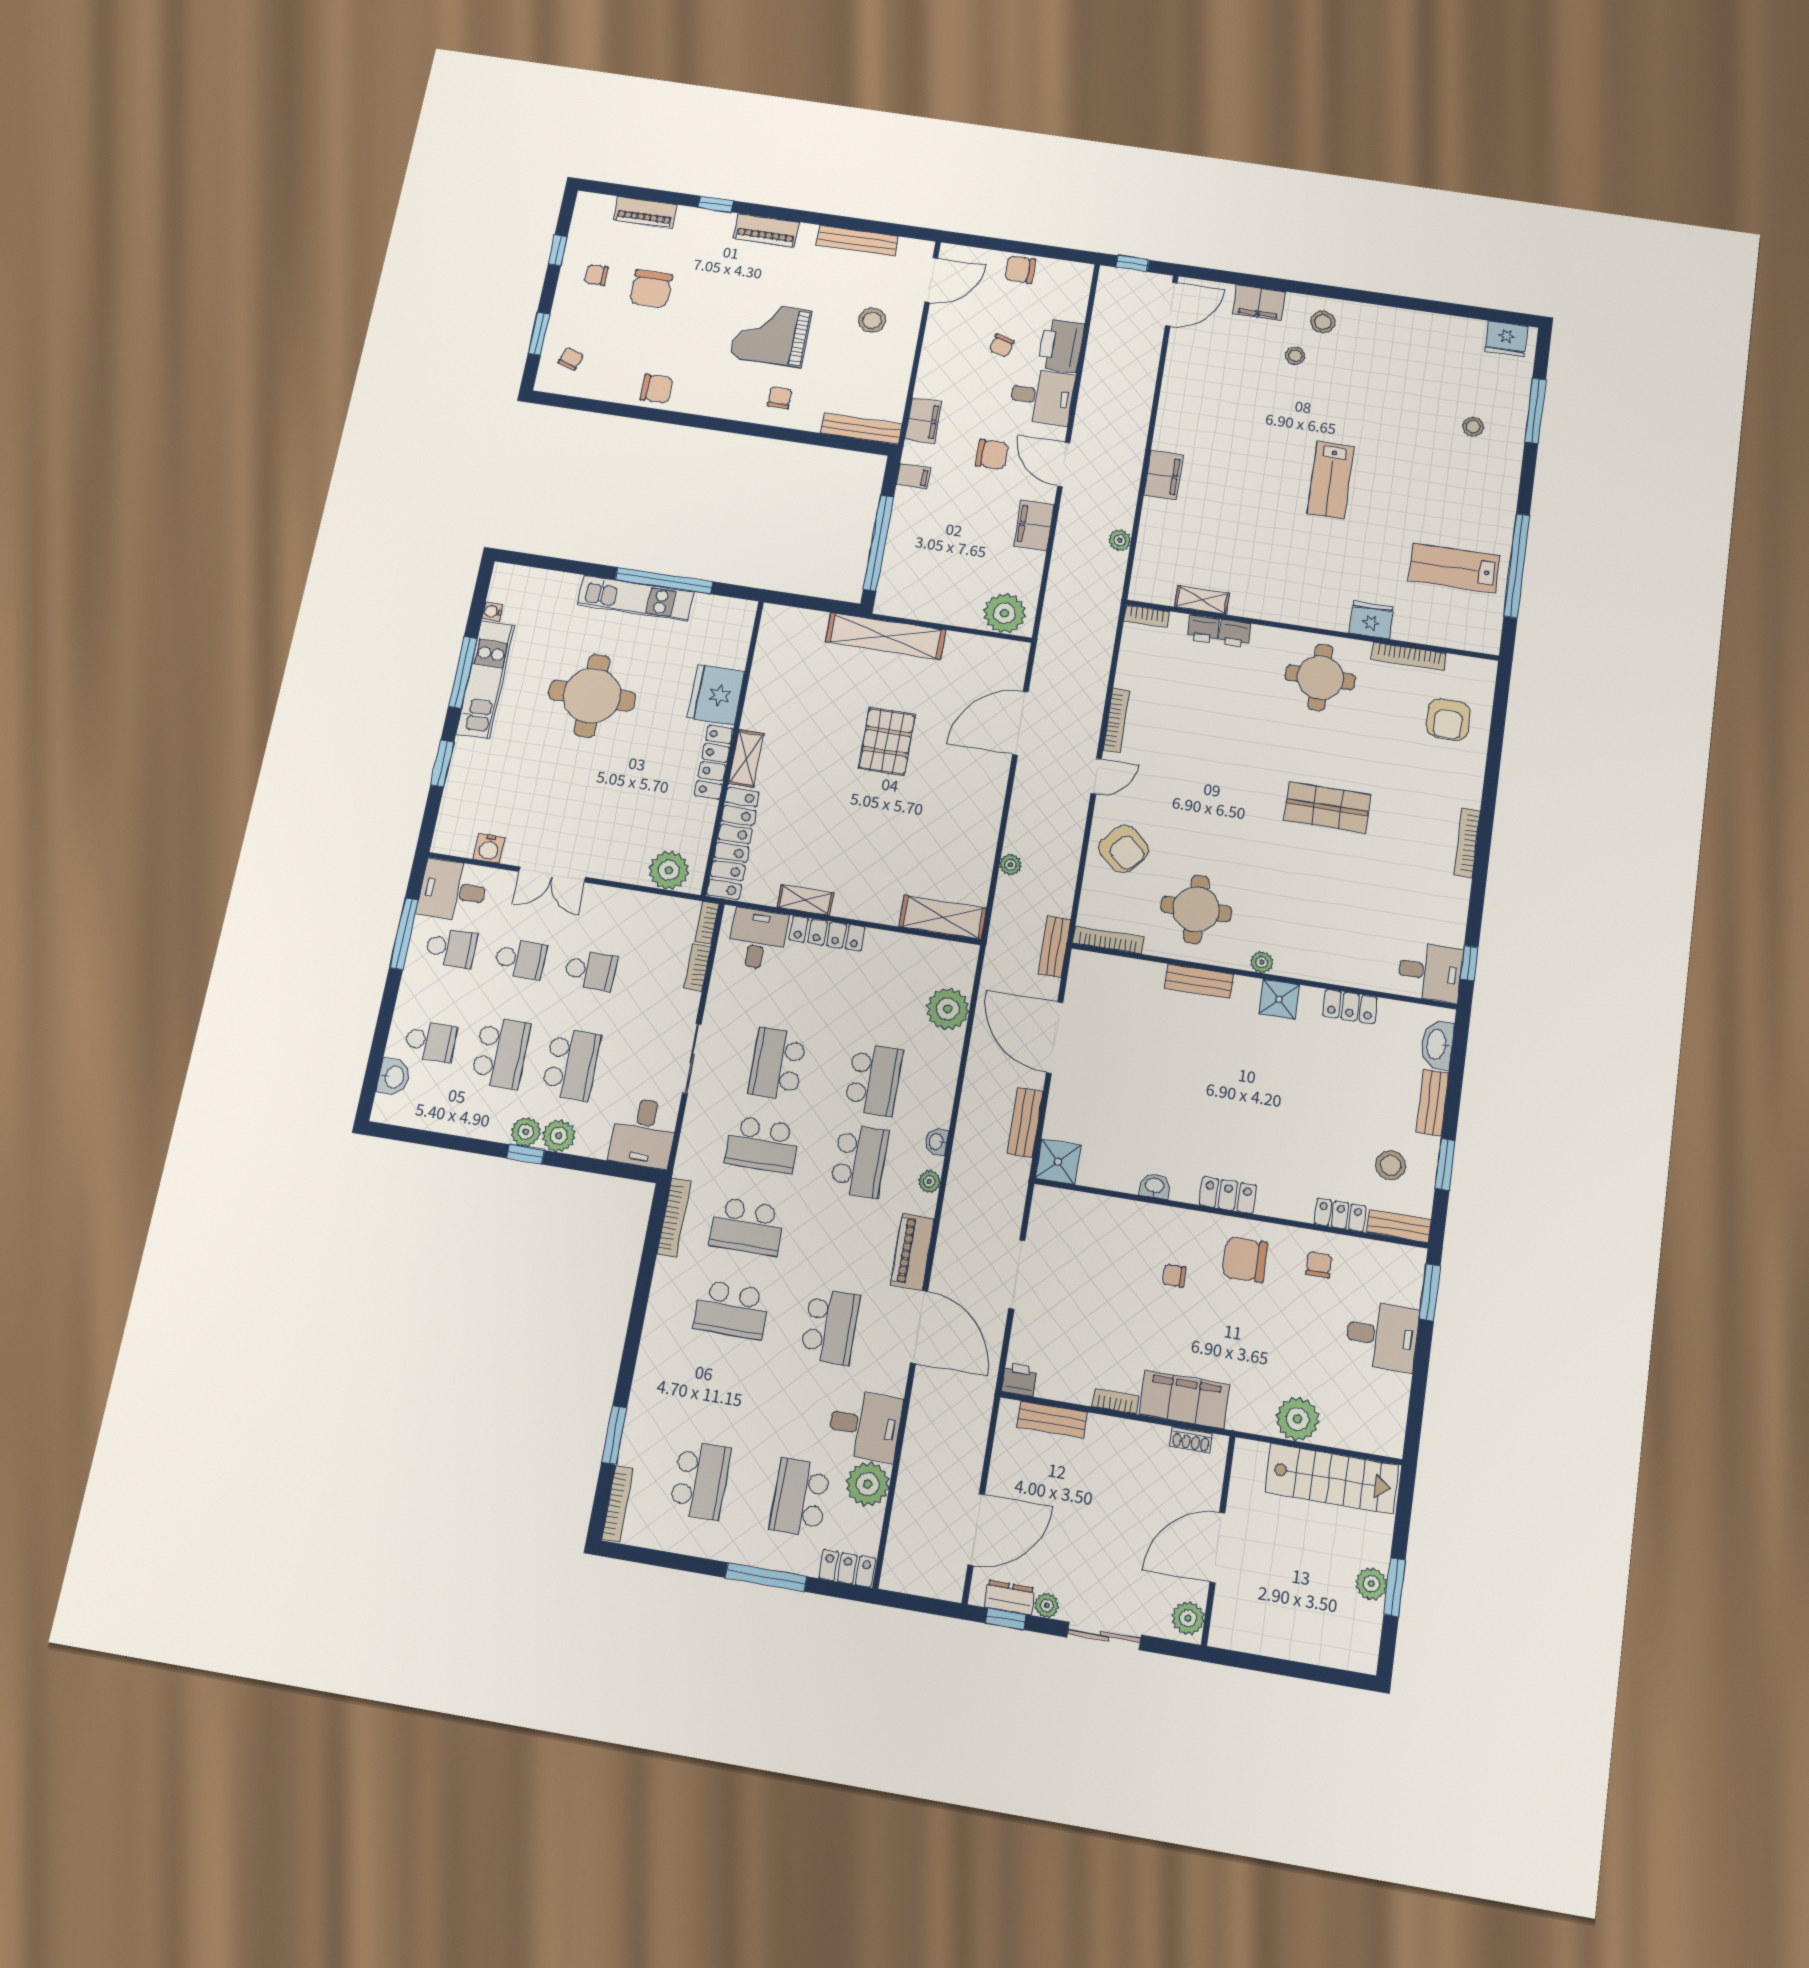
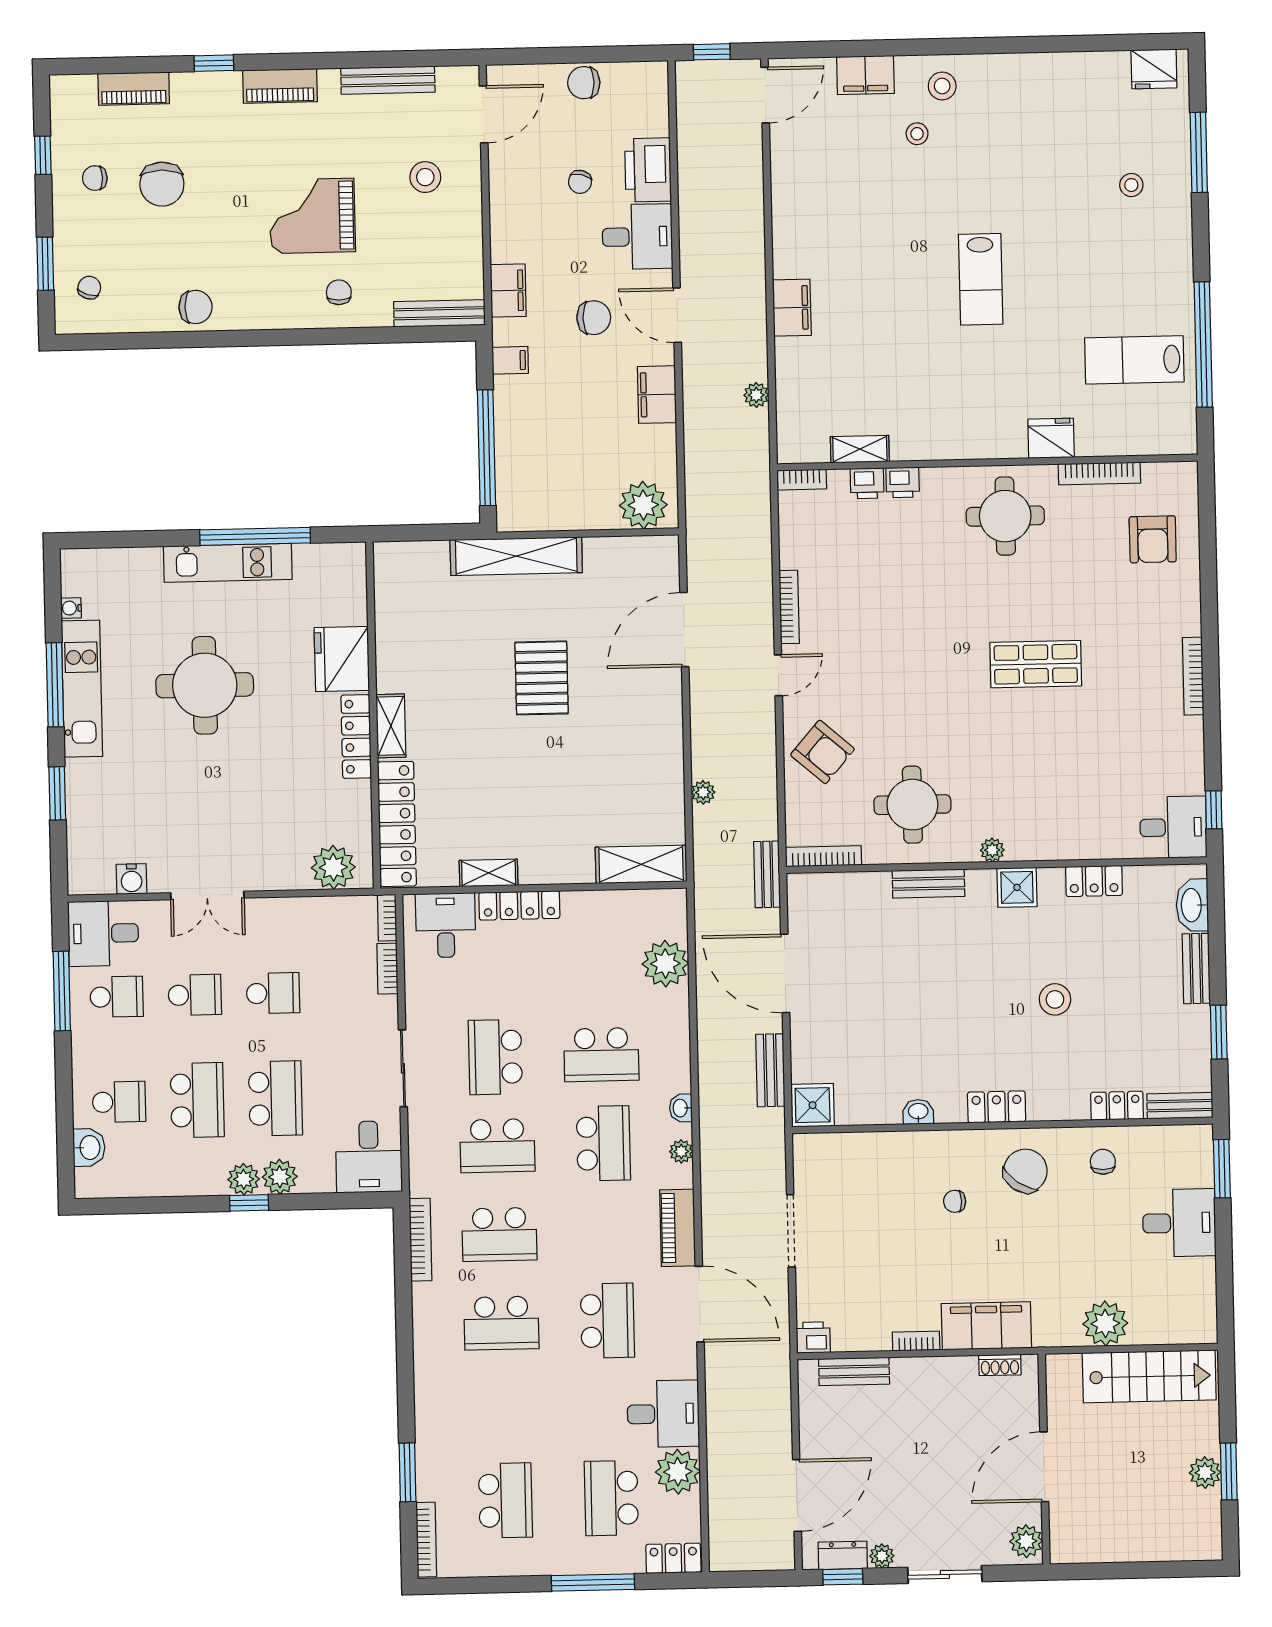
school desk: (874, 1080) -> (601, 1055), turned 90
stool: (1391, 1165) -> (1055, 999), moved
chair: (1245, 1260) -> (1025, 1171), turned 125

